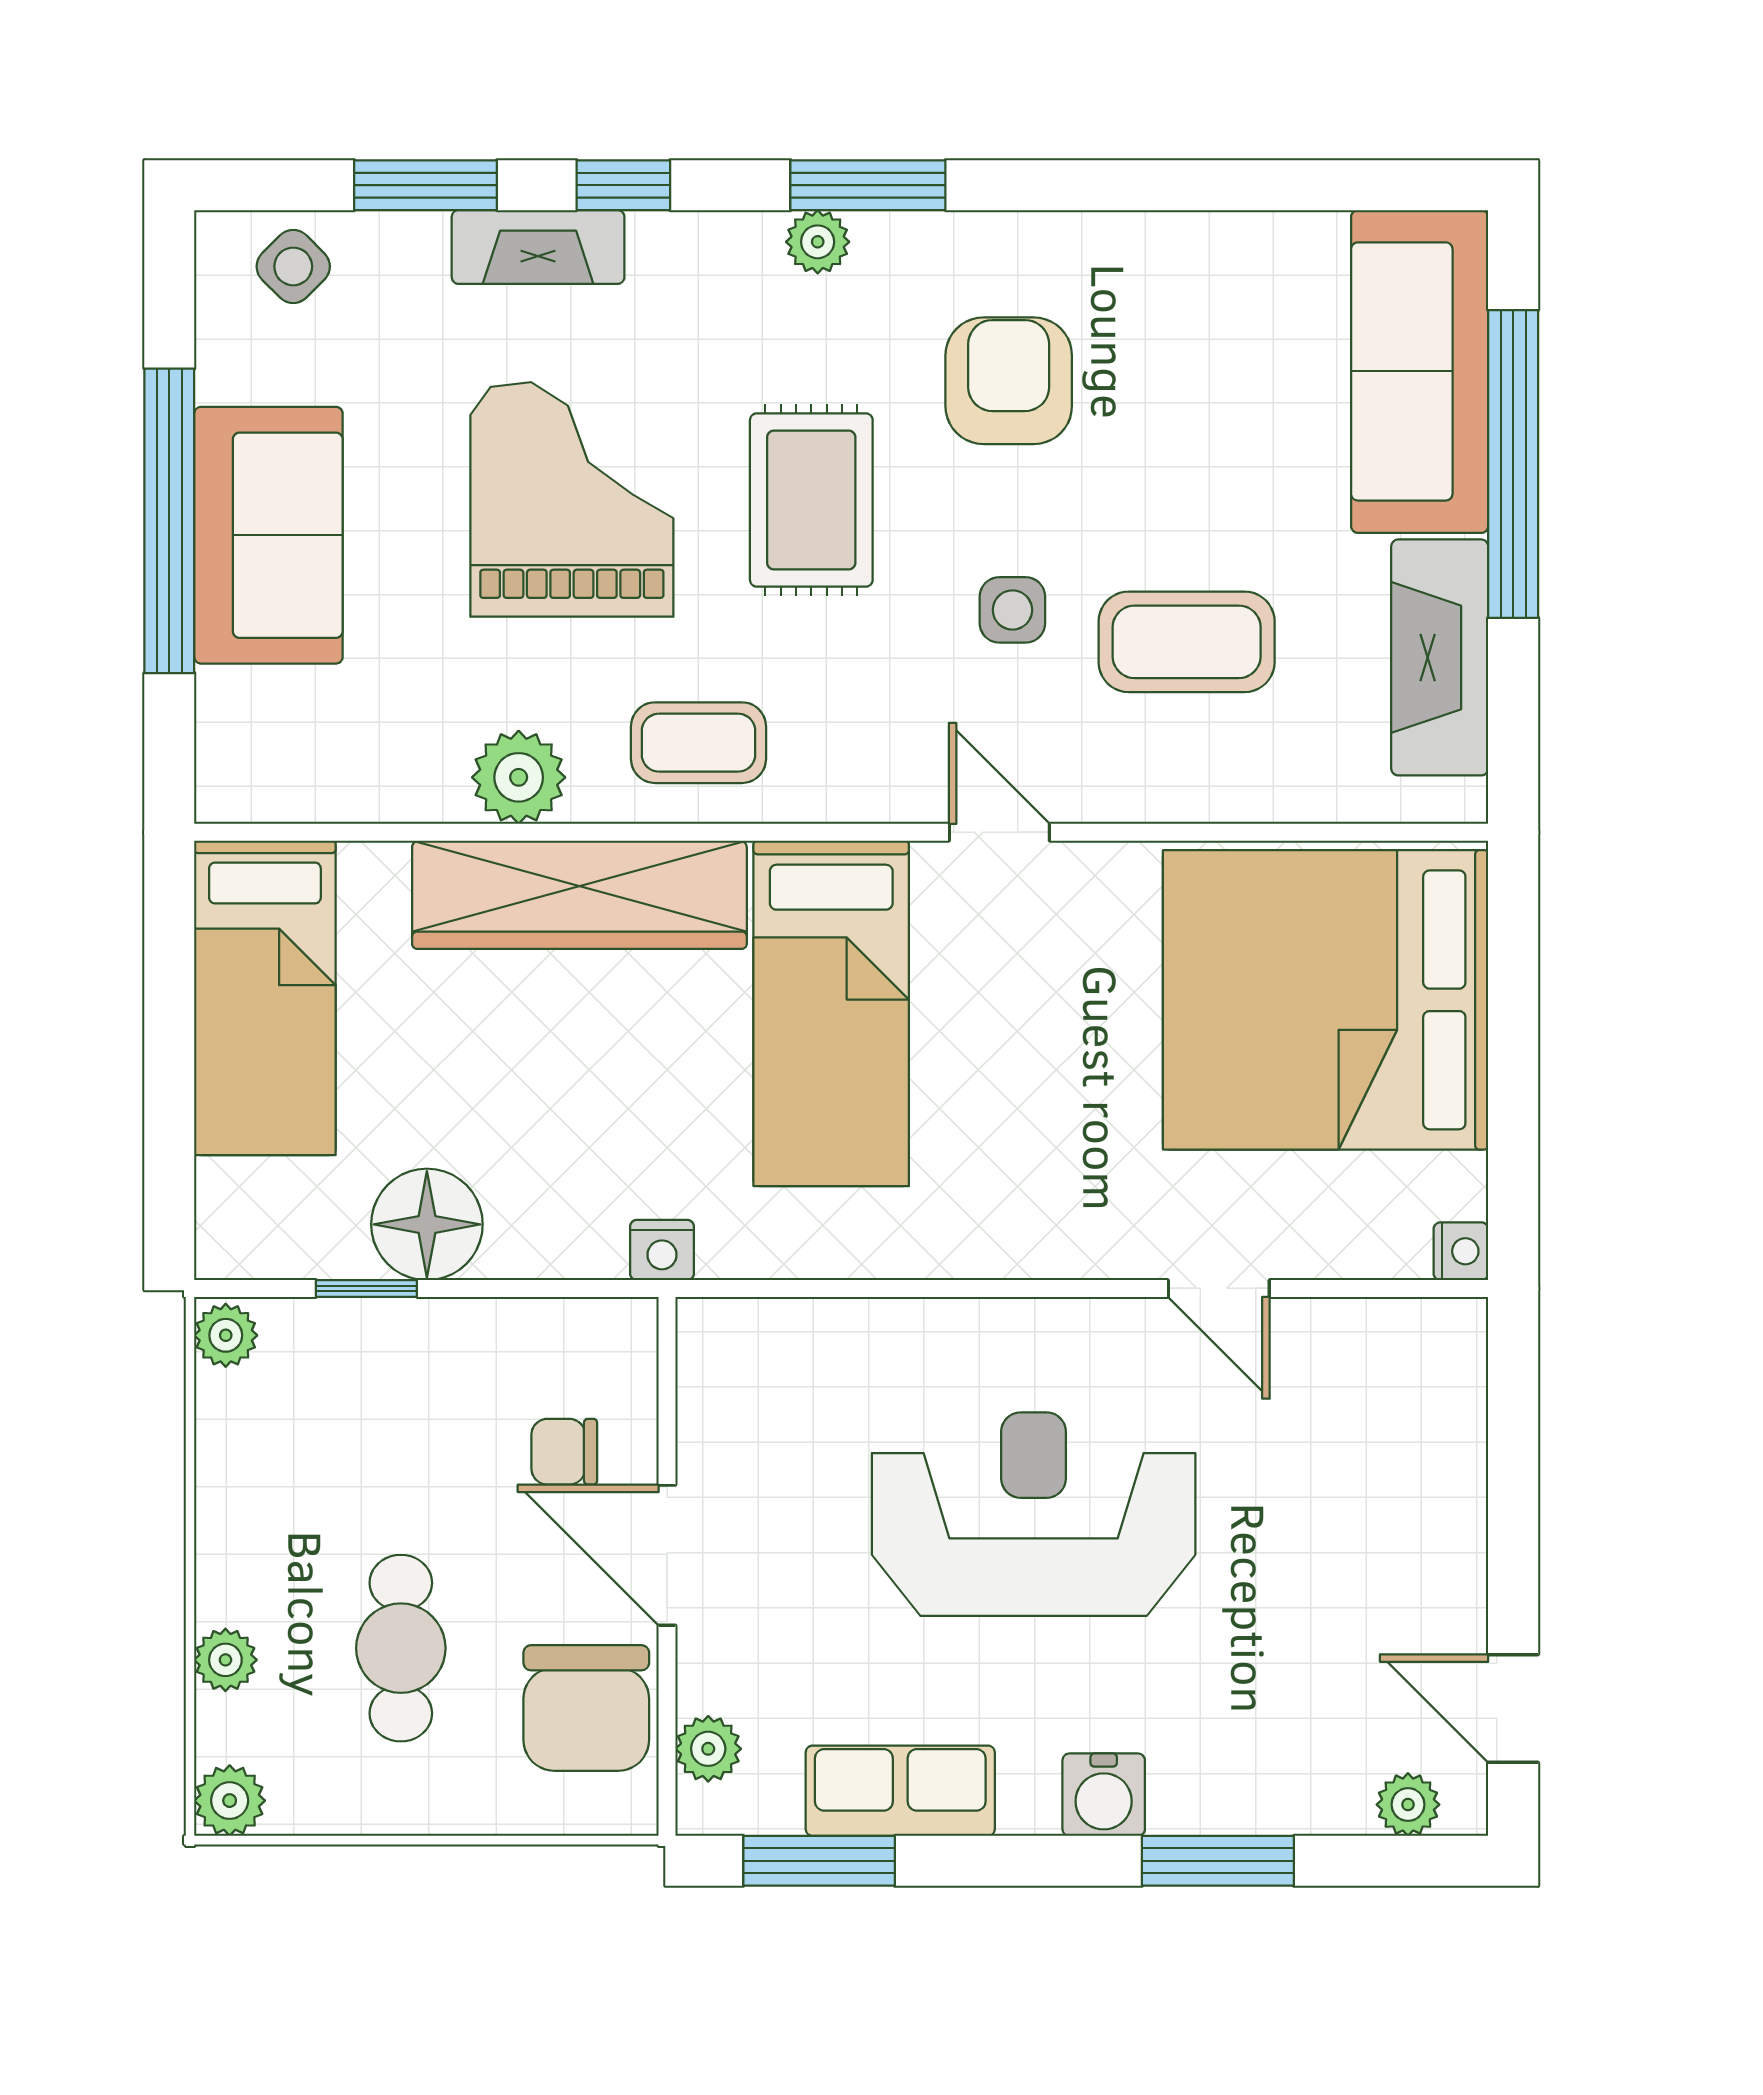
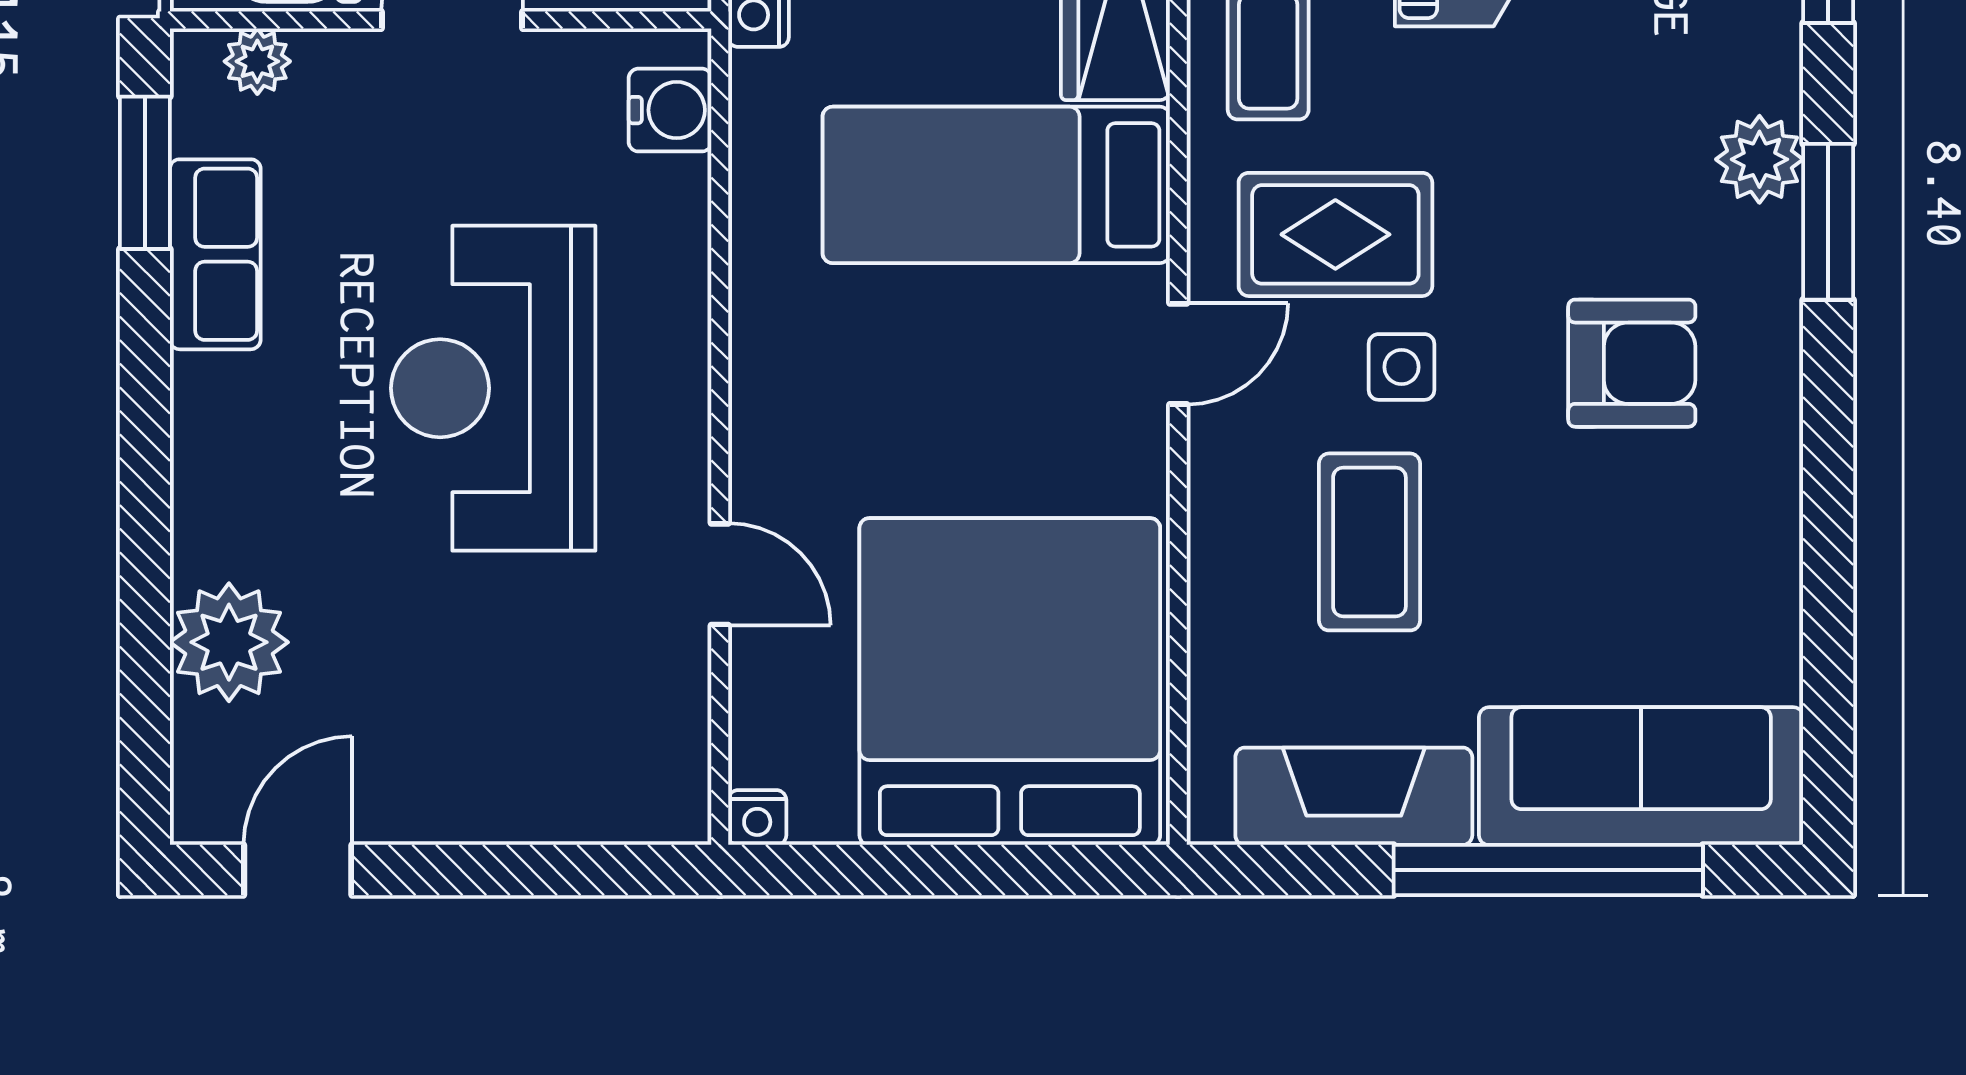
plant: (818, 242) -> (1759, 159), width x1.38, depth x1.38
rug: (811, 500) -> (1335, 234), moved
door: (1219, 1288) -> (720, 574), swing flipped
reception desk: (1034, 1514) -> (493, 388), turned 180
water cooler: (1104, 1795) -> (670, 110), moved, turned 180
plant: (1408, 1805) -> (229, 642), moved, width x1.87, depth x1.87
window: (1218, 1861) -> (145, 573), removed

